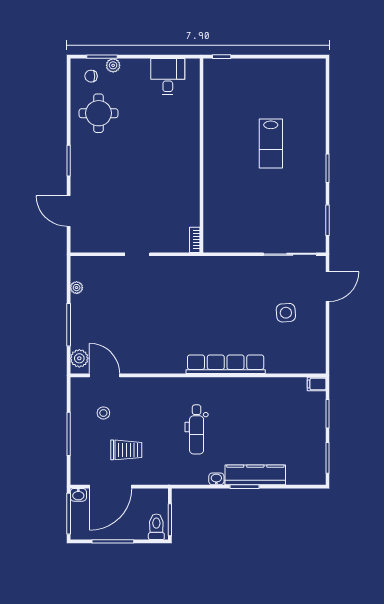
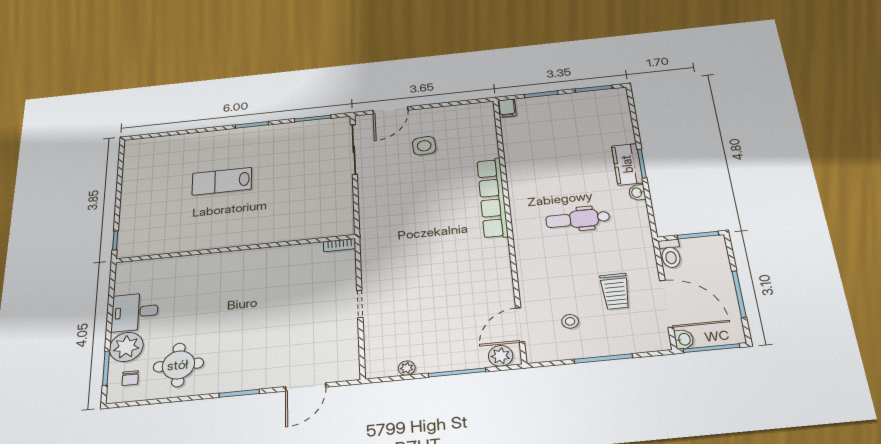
plant: (113, 65) -> (126, 347), width x1.87, depth x1.87
desk: (168, 76) -> (135, 312), moved
lab bench: (271, 144) -> (222, 181), turned 180
door: (328, 287) -> (391, 110), swing flipped
dental chair: (197, 429) -> (578, 219), turned 180
trolley: (126, 450) -> (615, 291), turned 180
kitchen counter: (255, 475) -> (627, 164), width x0.67
toilet: (156, 527) -> (670, 254), moved, turned -90

